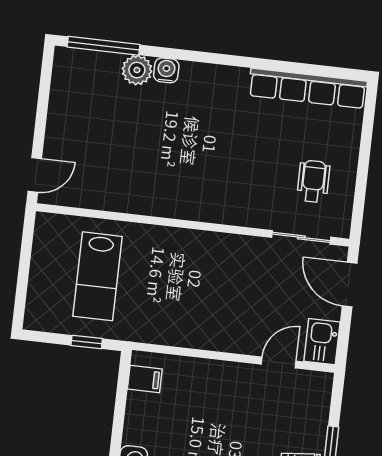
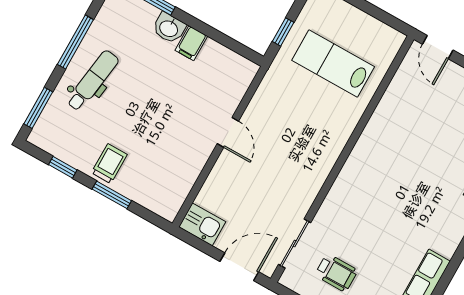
door: (279, 363) -> (228, 132), moved
filing cabinet: (145, 379) -> (191, 43), moved

